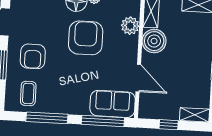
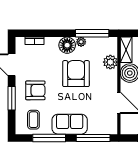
armchair: (33, 56) -> (35, 90), turned -90
sofa: (113, 104) -> (70, 124), moved

